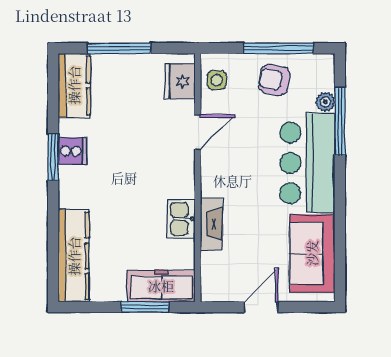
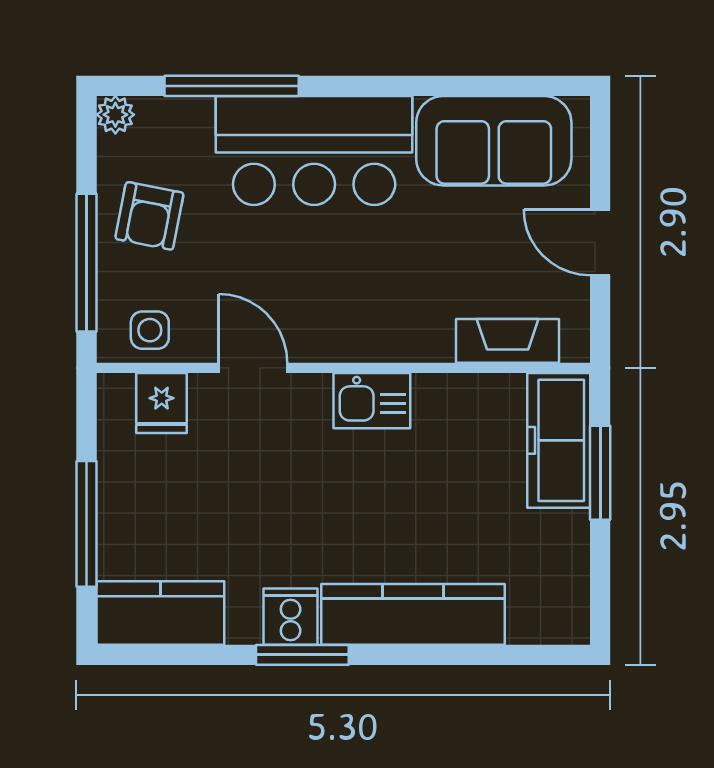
window: (278, 48) -> (86, 263), moved
fridge: (180, 81) -> (162, 403), width x0.72
plant: (325, 102) -> (115, 115), moved
kitchen sink: (181, 219) -> (372, 401), moved
fireplace: (211, 224) -> (508, 341), moved
kitchen counter: (74, 256) -> (413, 614), moved

